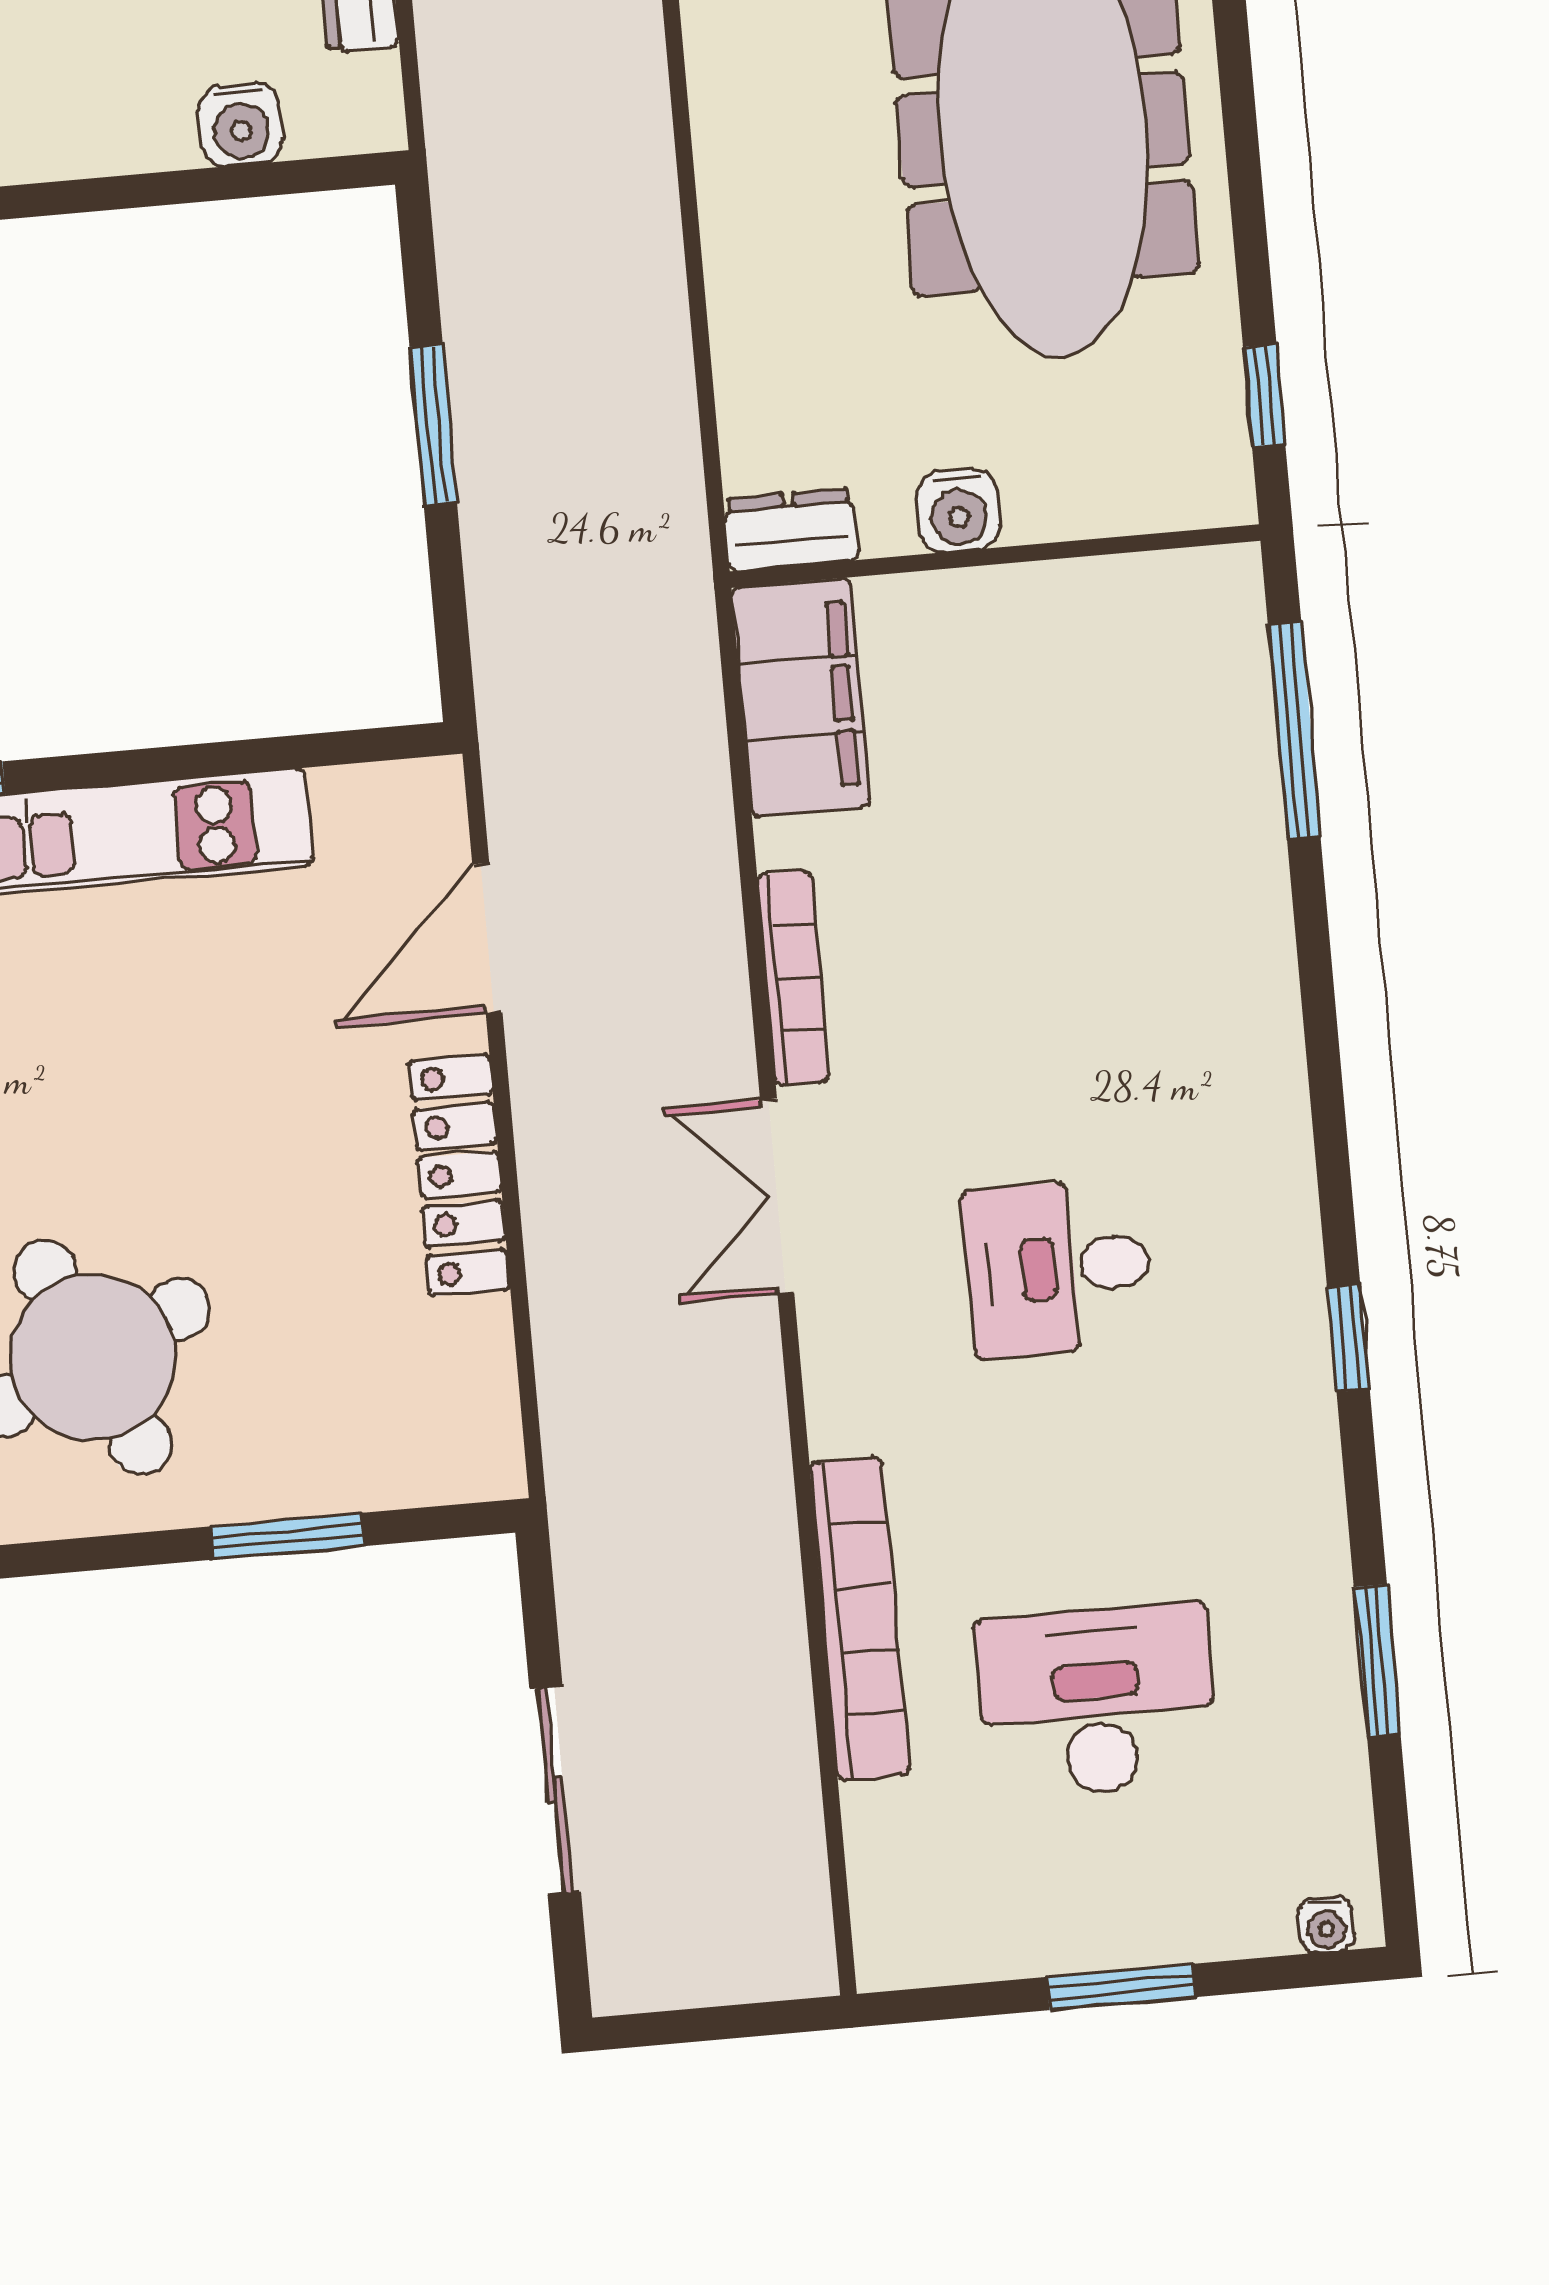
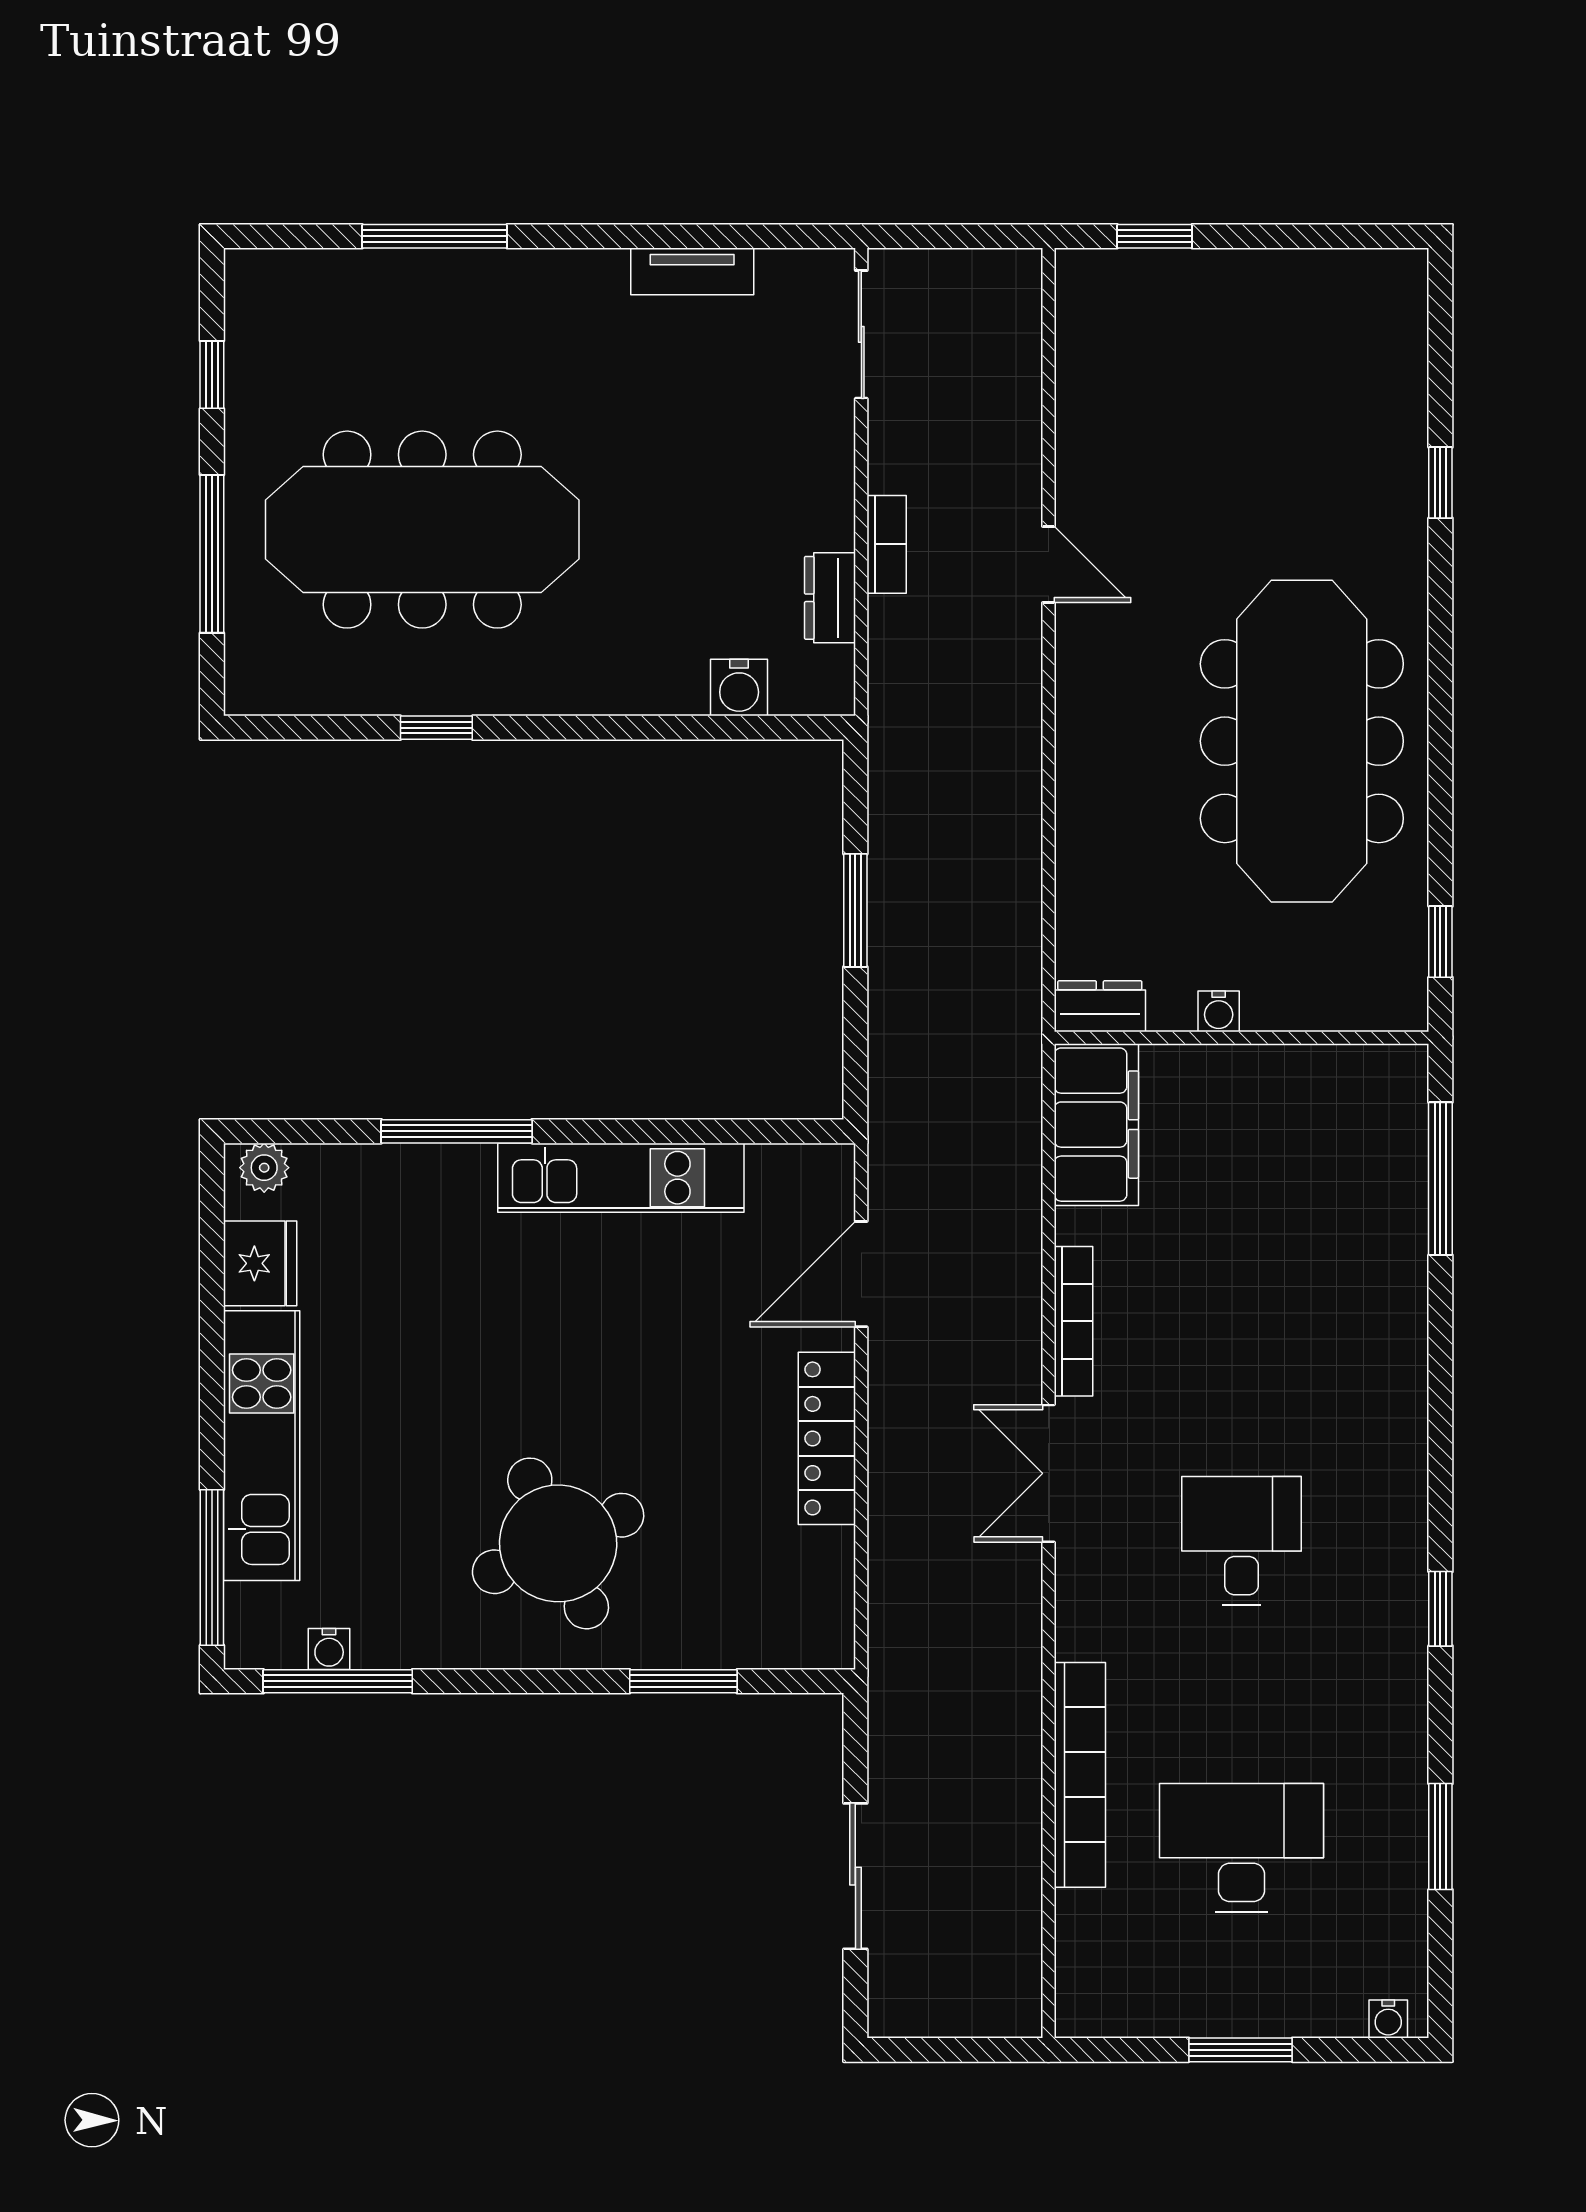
water cooler: (958, 511) -> (1219, 1011), width x0.72, depth x0.72
desk: (1059, 1267) -> (1242, 1541), turned 90

